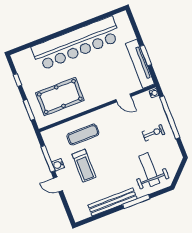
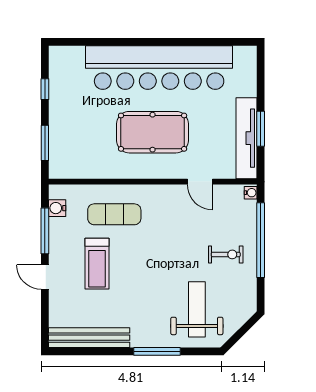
pool table: (60, 97) -> (153, 132), moved
water cooler: (58, 165) -> (57, 208), moved
bench: (112, 202) -> (89, 338), moved

